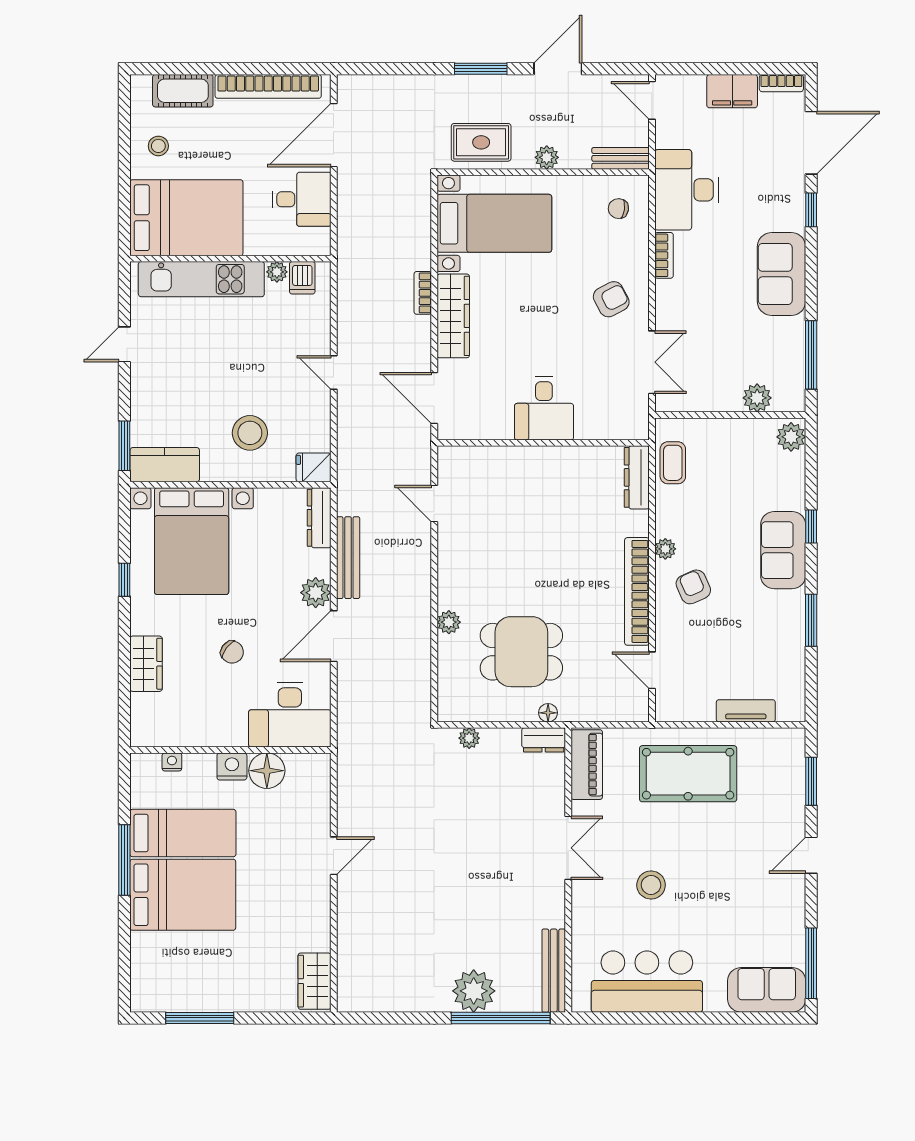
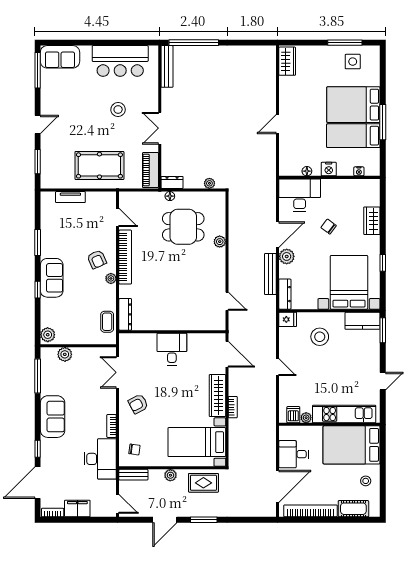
floor lamp: (267, 771) -> (307, 171), width x0.53, depth x0.53
side table: (184, 980) -> (353, 62), added
plant: (474, 991) -> (207, 56), removed

